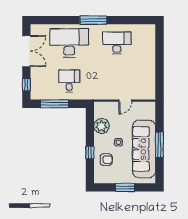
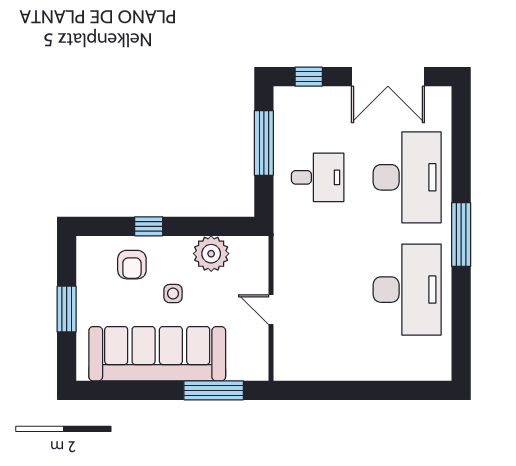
desk: (117, 43) -> (407, 290), width x1.36, depth x1.30
window: (159, 145) -> (214, 390), moved

